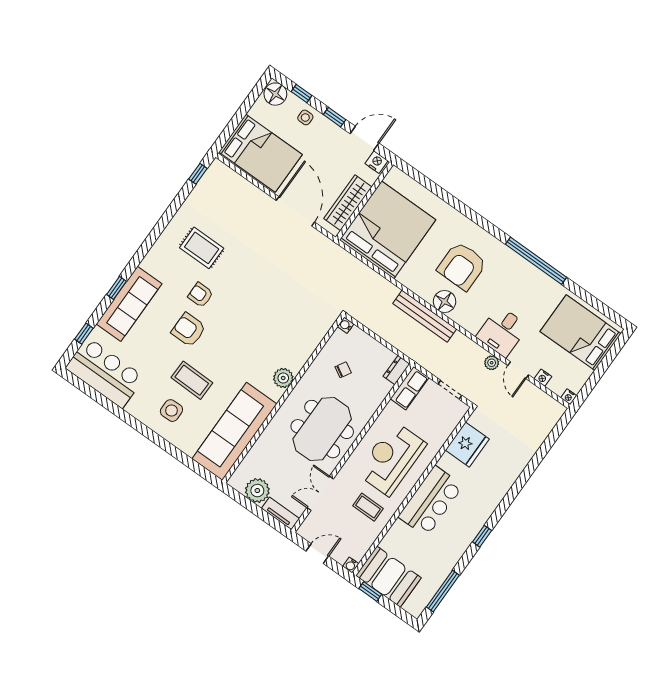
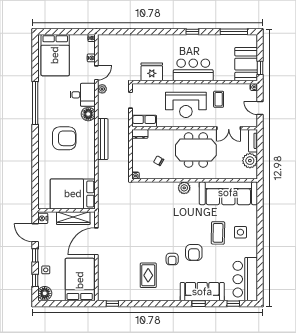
bed: (388, 230) -> (73, 194), width x0.73
floor lamp: (445, 302) -> (88, 114), moved

